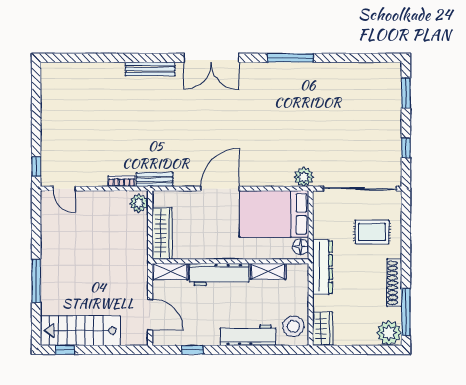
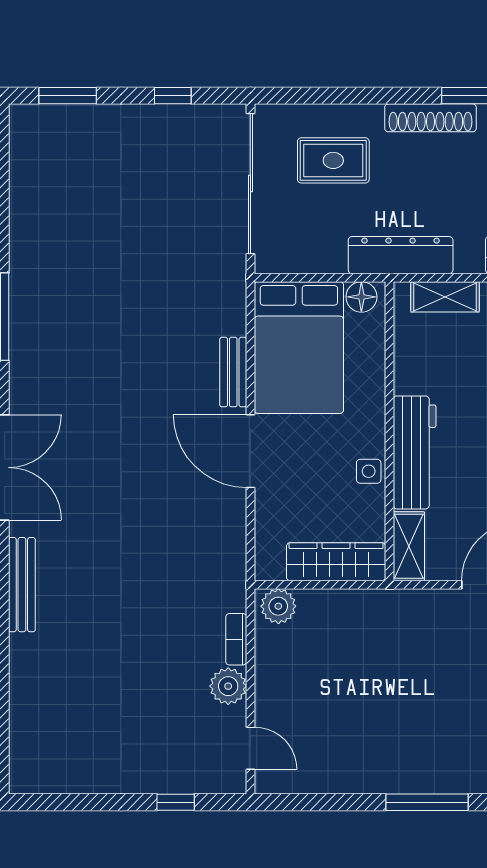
window: (36, 167) -> (176, 802), moved
plant: (304, 177) -> (228, 686), moved
bench: (155, 180) -> (233, 372), moved
door: (64, 189) -> (250, 748), hinge flipped
rug: (372, 232) -> (333, 160), turned 90
side table: (209, 250) -> (369, 471), added
shelving: (268, 271) -> (445, 297), moved, turned 90

